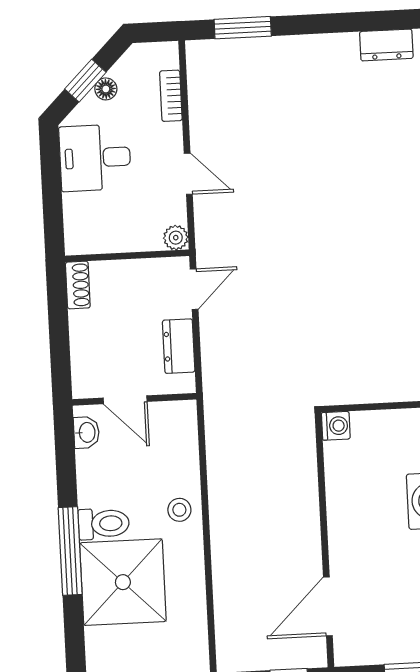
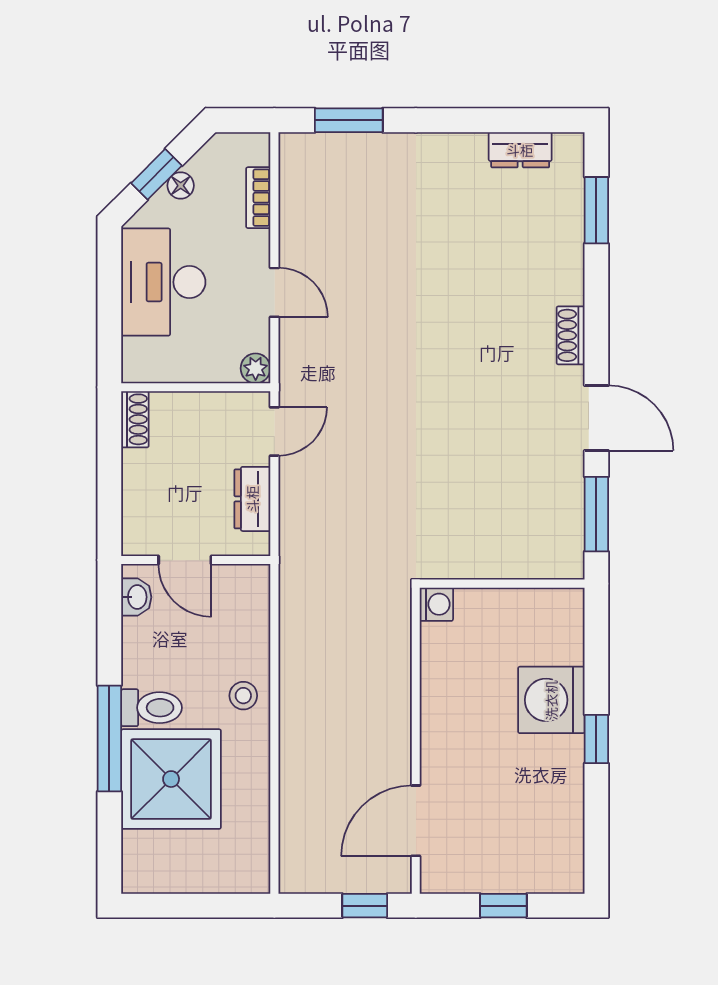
desk: (95, 158) -> (163, 282), width x1.37

